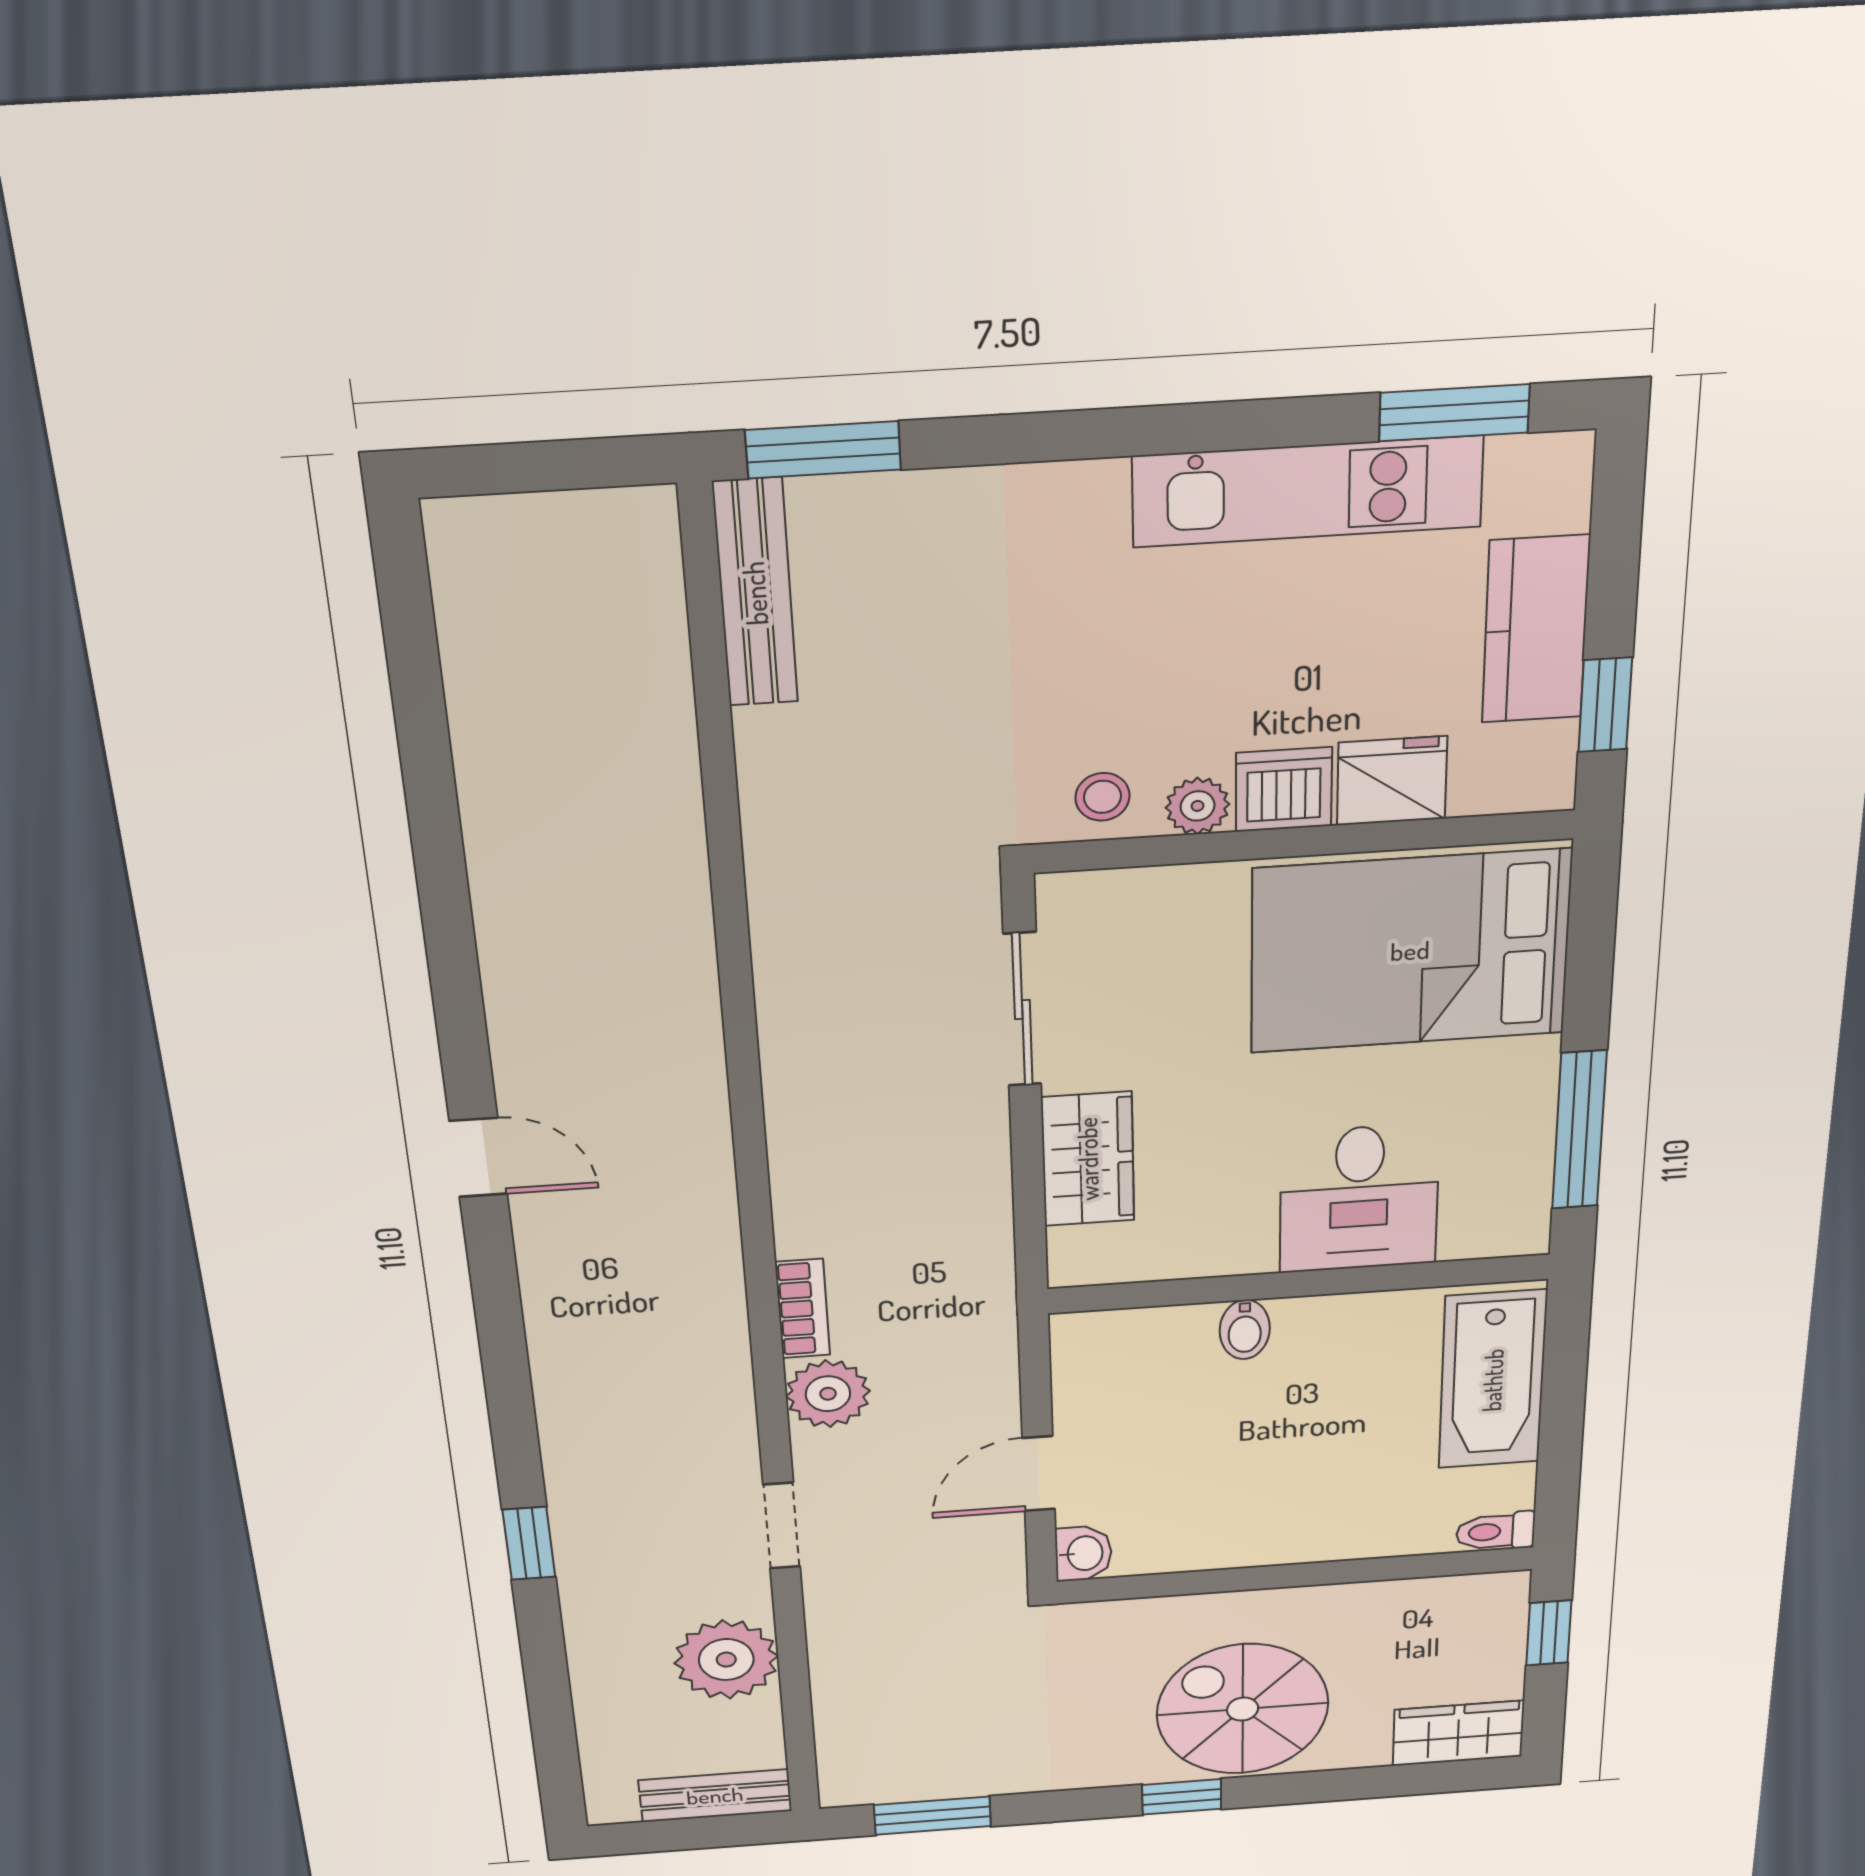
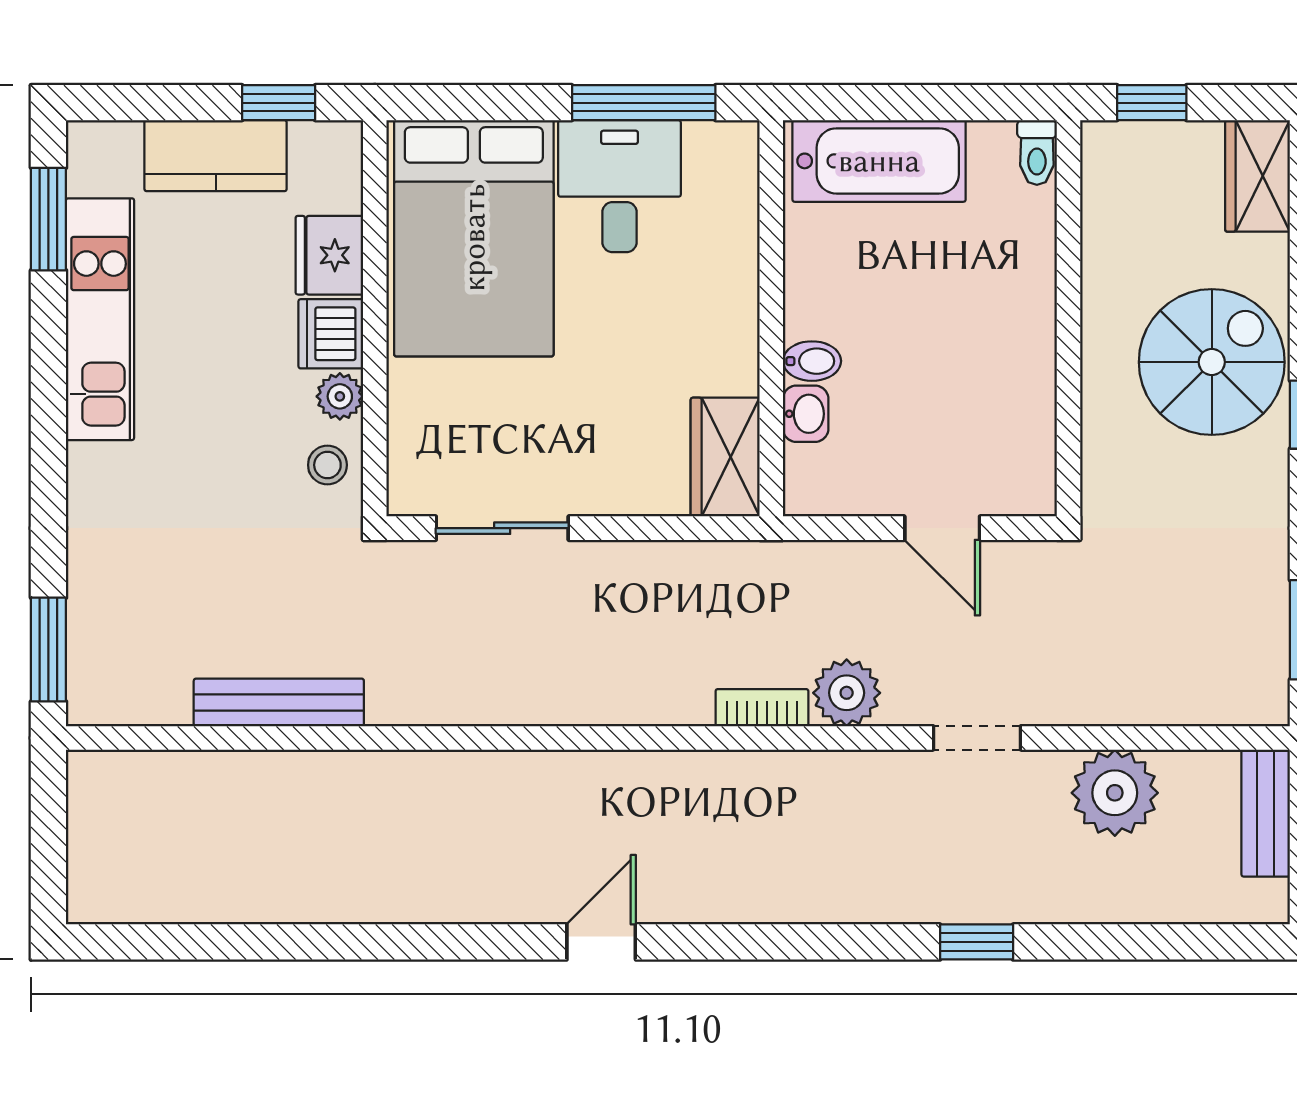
bench: (755, 593) -> (279, 702), moved
wardrobe: (1088, 1159) -> (725, 457), moved, turned -90
desk: (1359, 1198) -> (620, 186), moved, turned -90
washbasin: (1083, 1553) -> (806, 414), moved, turned 90
spiral stairs: (1243, 1709) -> (1212, 362), turned 180

